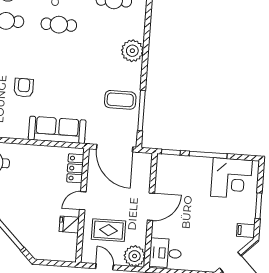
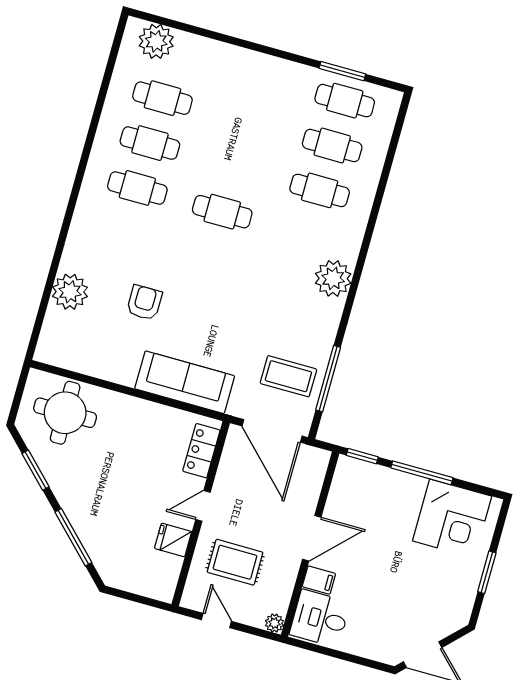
coffee table: (120, 100) -> (288, 376), moved
filing cabinet: (246, 230) -> (319, 580), moved, turned 180
plant: (135, 256) -> (274, 623), width x0.53, depth x0.53

